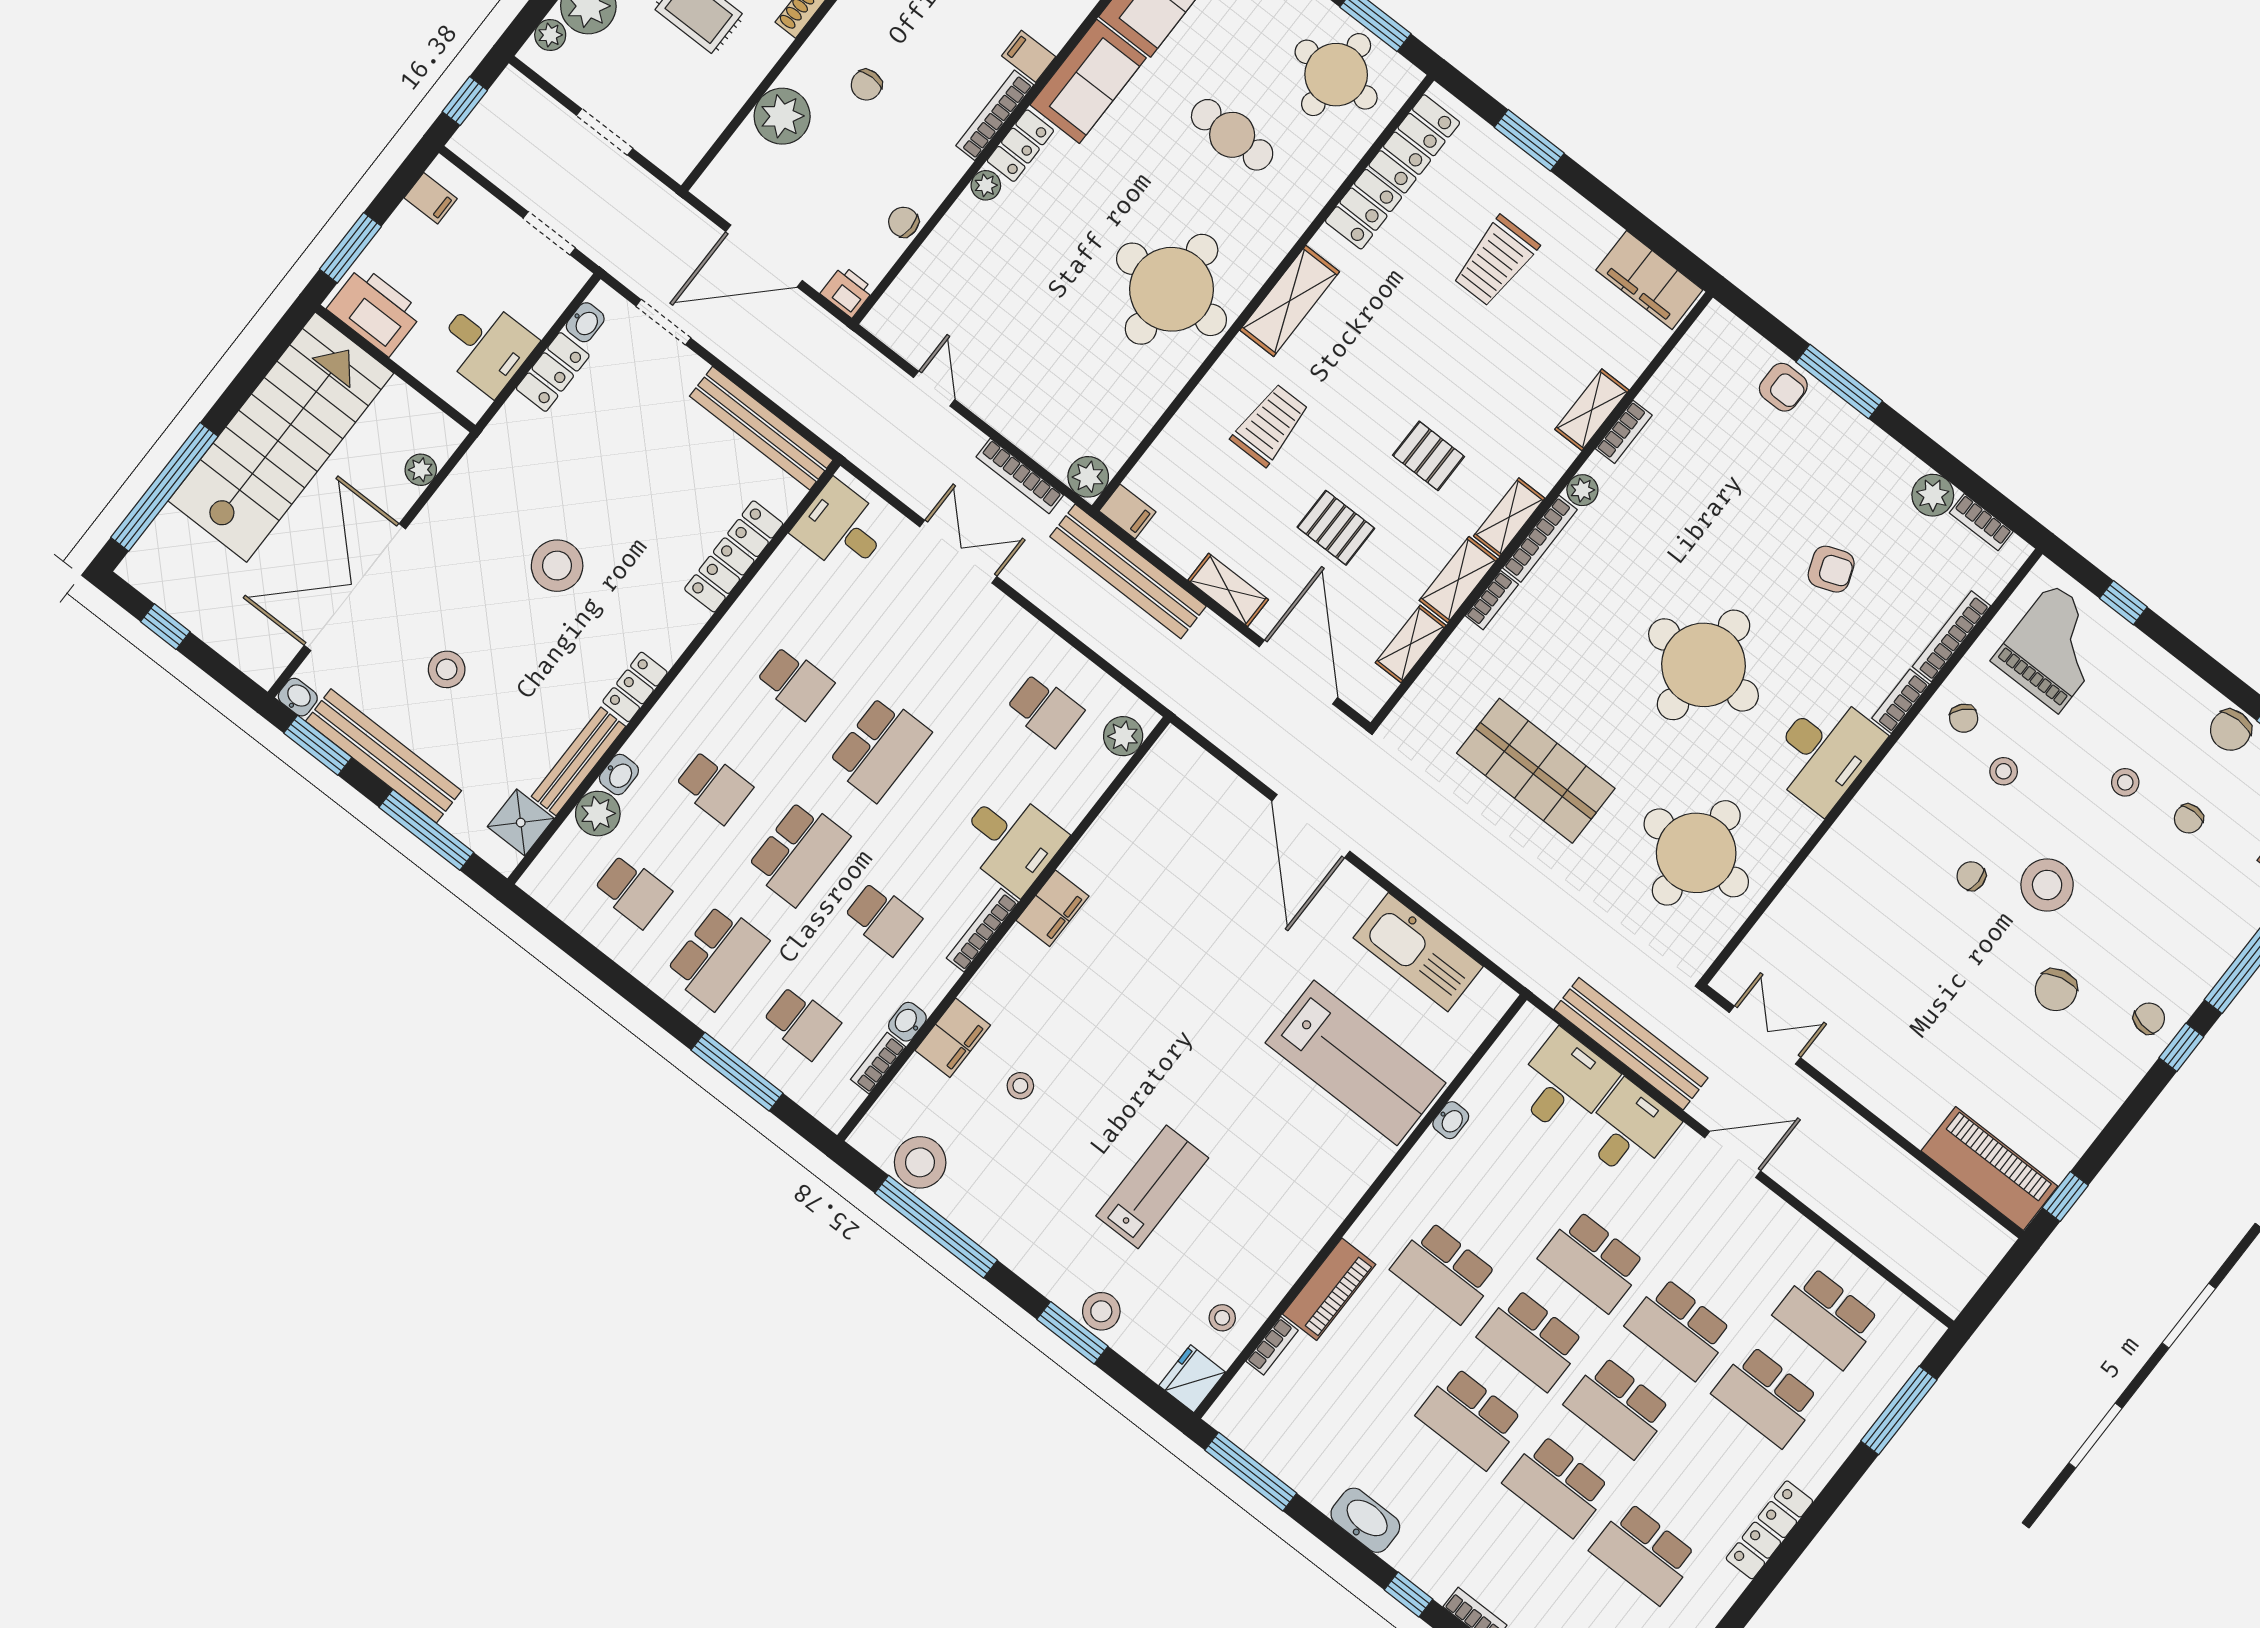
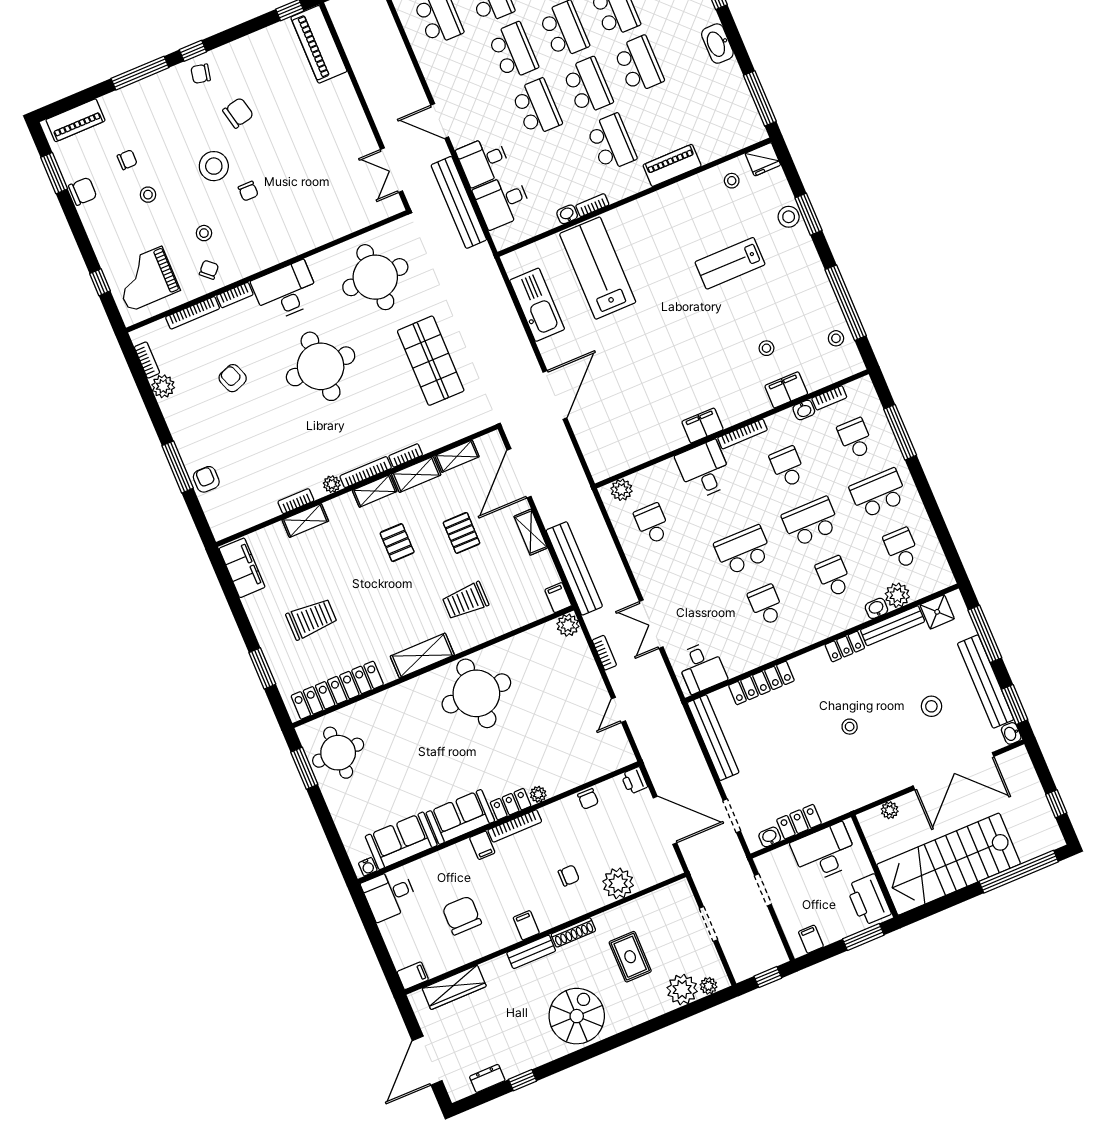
cafe table: (1232, 135) -> (405, 752), removed
desk: (485, 346) -> (824, 853), width x1.37
bookcase: (1020, 476) -> (604, 653), width x0.64
stool: (557, 566) -> (850, 727), width x0.53, depth x0.53
stool: (920, 1162) -> (836, 338), width x0.53, depth x0.53
bookcase: (1272, 1346) -> (592, 205), moved

